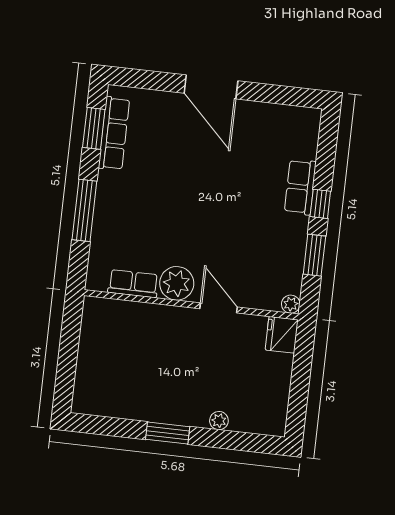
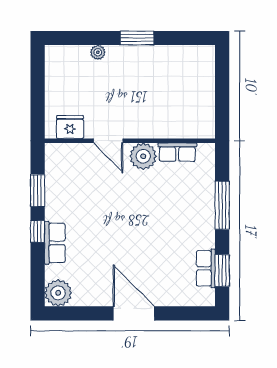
row of seats: (114, 133) -> (206, 268), width x0.68
plant: (291, 304) -> (58, 293), moved, width x1.87, depth x1.87
fridge: (282, 335) -> (70, 127), moved, turned -90

